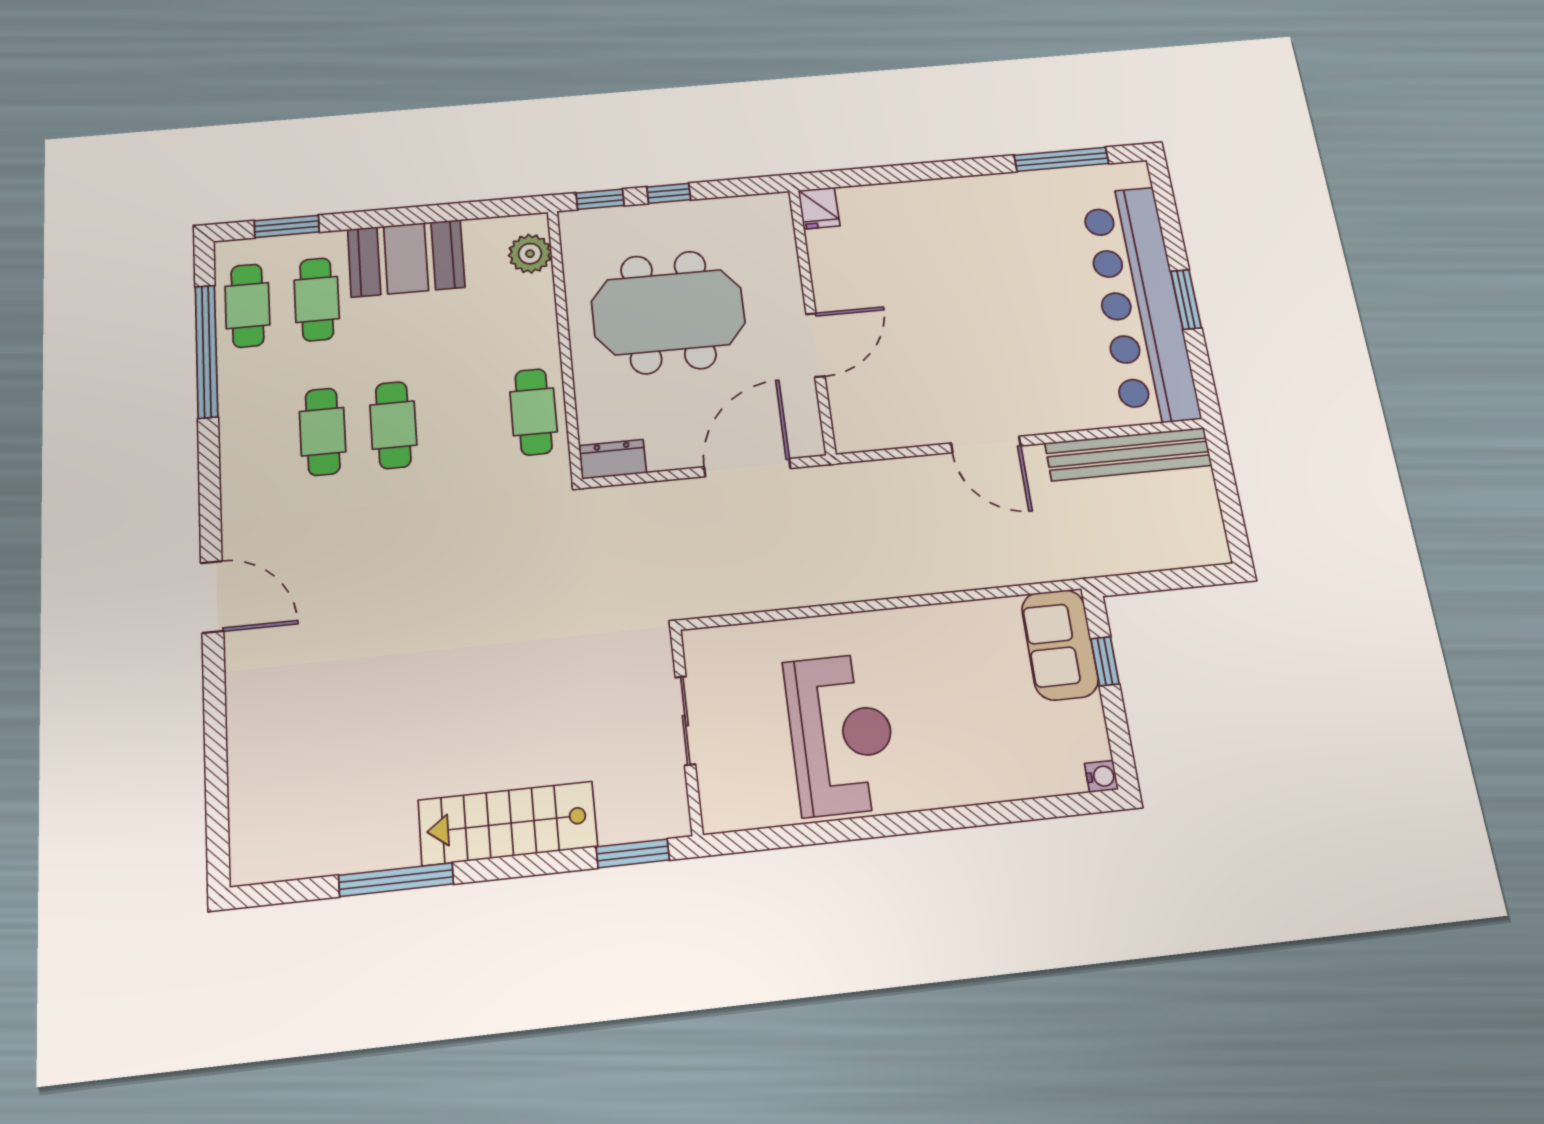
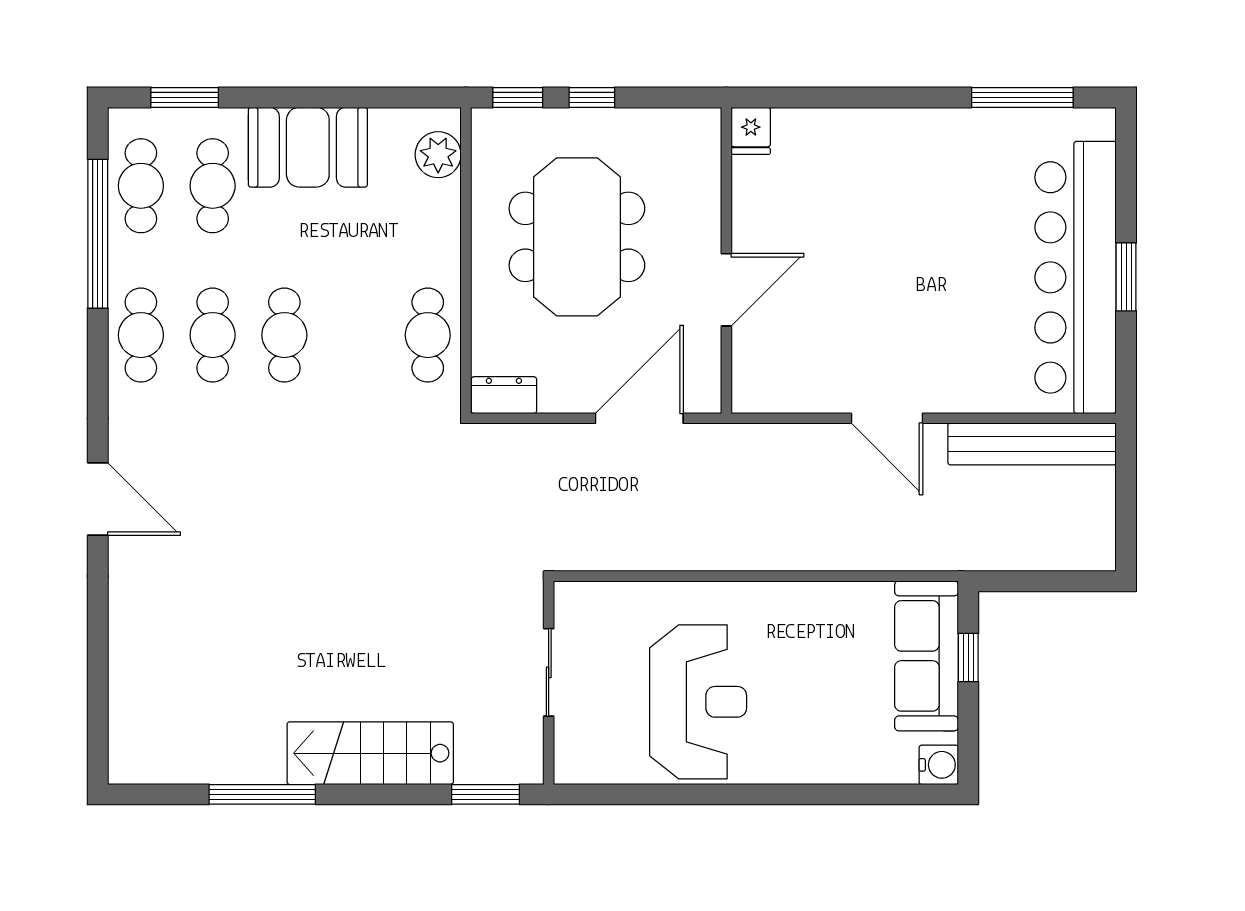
meeting table: (668, 312) -> (577, 237), turned 90
cafe table: (252, 438) -> (141, 335), added
sofa: (1060, 645) -> (926, 656), width x1.36
water cooler: (1101, 776) -> (939, 765), width x1.38, depth x1.38

